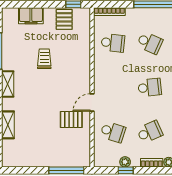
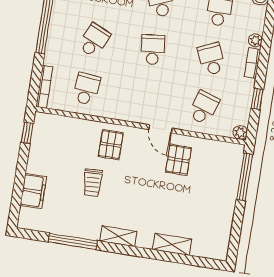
pallet: (64, 19) -> (111, 145), moved, turned 90
trolley: (44, 59) -> (93, 183), turned -93
plant: (125, 162) -> (240, 132), moved

